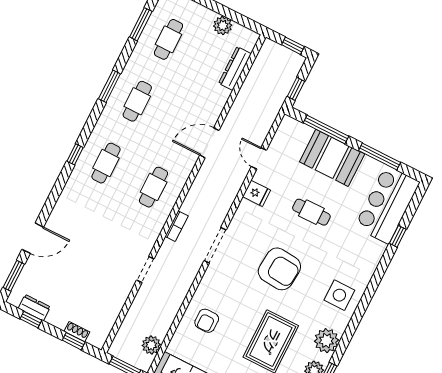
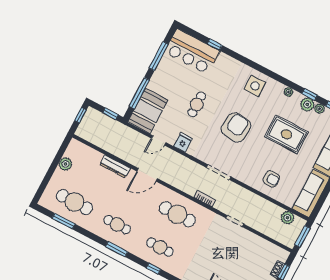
cafe table: (168, 39) -> (74, 202), width x1.37, depth x1.35
dresser: (235, 68) -> (115, 166), moved
window: (109, 86) -> (117, 249), moved
door: (209, 143) -> (147, 175), hinge flipped
booth: (332, 158) -> (148, 111), moved
cafe table: (154, 187) -> (177, 214), width x1.37, depth x1.35
plant: (326, 341) -> (288, 92), width x0.53, depth x0.53

